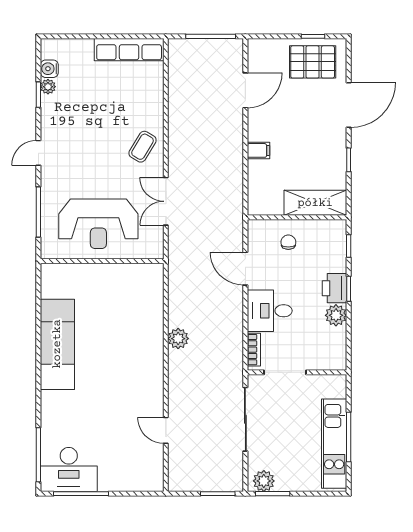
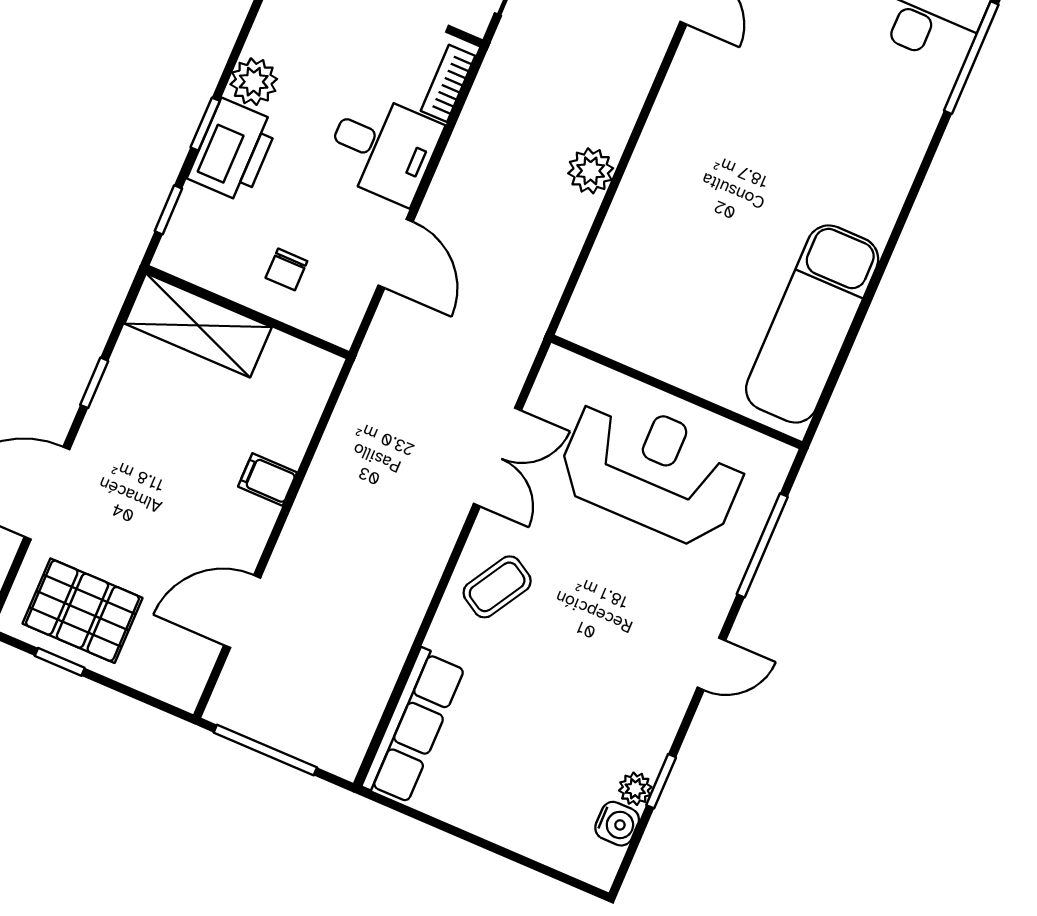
row of seats: (129, 50) -> (414, 726), moved, turned 90
printer: (335, 288) -> (233, 150), width x1.37, depth x1.19
exam couch: (57, 344) -> (812, 324), moved

